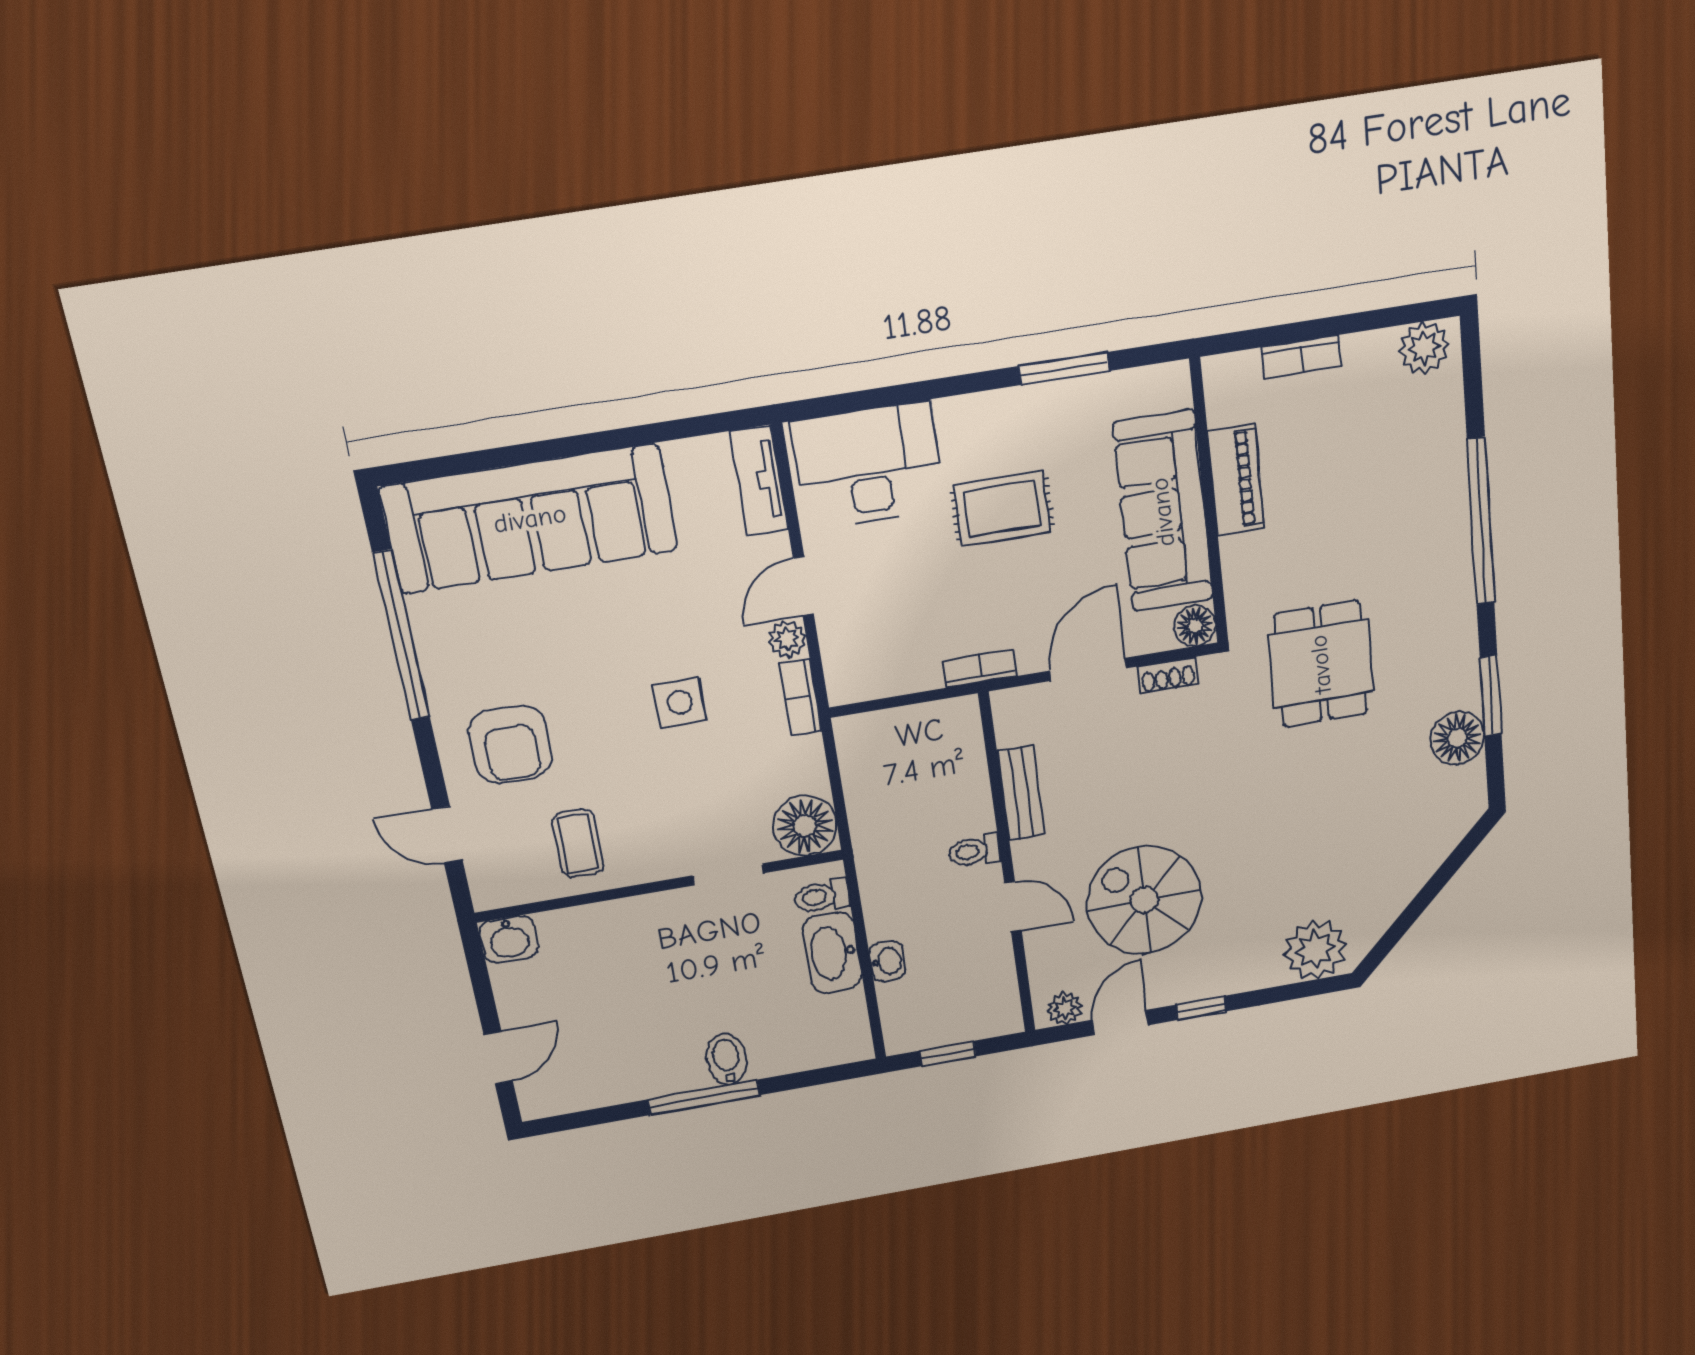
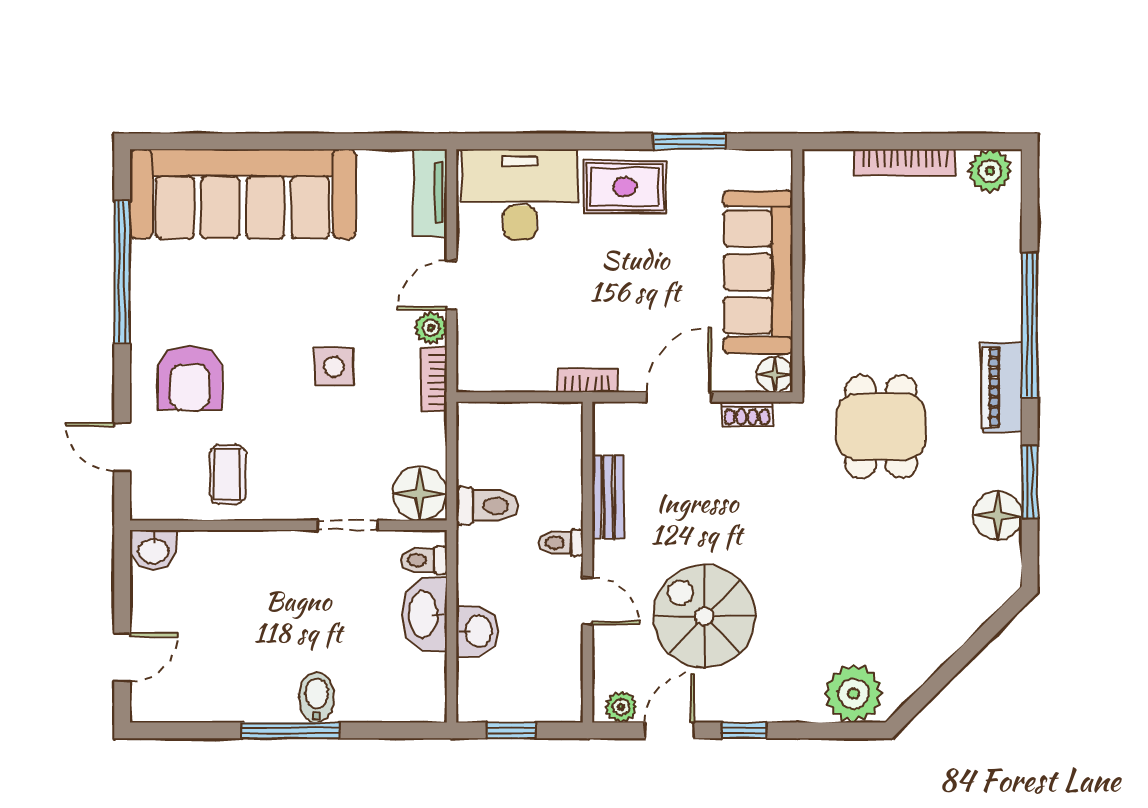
bookcase: (1302, 357) -> (905, 162), width x1.56
piano: (1236, 480) -> (1002, 387), moved, turned 180
rug: (1002, 509) -> (625, 187), moved
toilet: (885, 826) -> (487, 506), added
washbasin: (887, 961) -> (477, 631), width x1.38, depth x1.45

